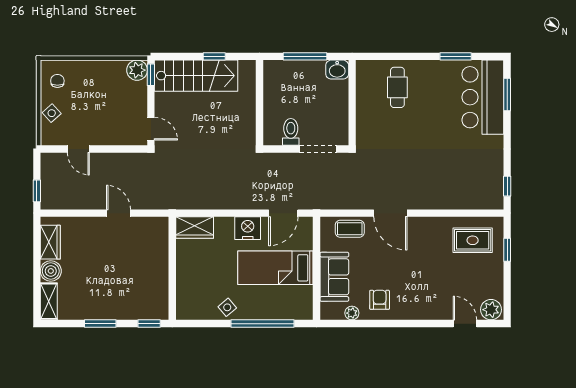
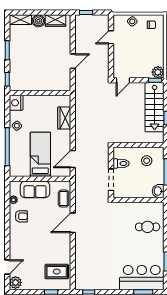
stool: (286, 89) -> (147, 161), added
door: (283, 213) -> (73, 159), hinge flipped
wardrobe: (195, 228) -> (64, 118), moved
nightstand: (248, 228) -> (16, 103), moved, turned 180
rug: (473, 240) -> (57, 272), turned 90

